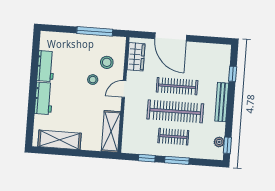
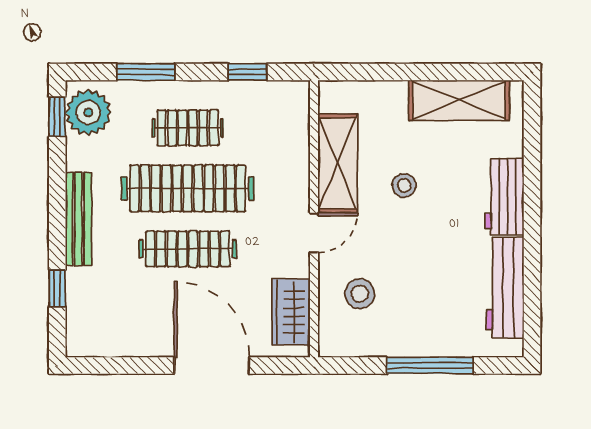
window: (95, 31) -> (430, 365), moved
workbench: (46, 66) -> (505, 288), width x1.38
stool: (93, 80) -> (404, 185), moved
shelving: (111, 131) -> (338, 163), moved
plant: (219, 142) -> (88, 112), width x1.88, depth x1.88
window: (177, 160) -> (146, 72), moved

